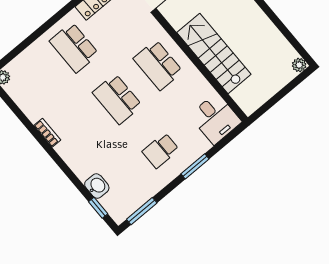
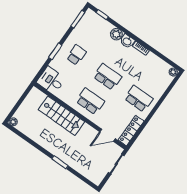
plant: (83, 168) -> (116, 34), added
washbasin: (97, 186) -> (127, 41), moved

